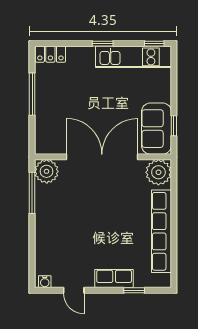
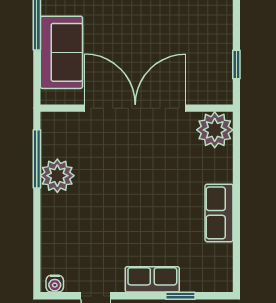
sofa: (156, 129) -> (61, 52), moved, turned 180
plant: (47, 171) -> (57, 176), moved
row of seats: (162, 231) -> (219, 213), width x0.50

